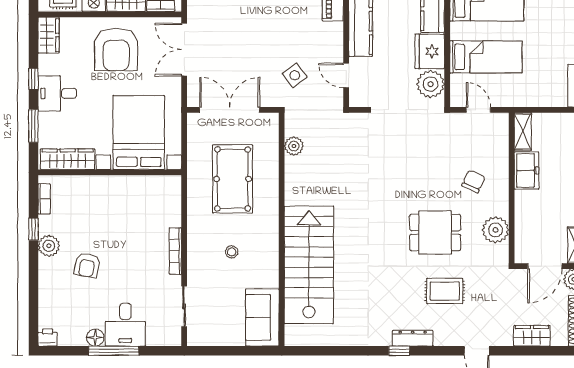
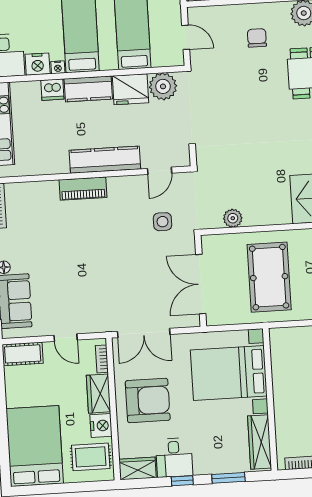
side table: (295, 75) -> (162, 222), turned 37
desk: (57, 93) -> (174, 458), moved
door: (478, 110) -> (186, 37), swing flipped
pool table: (233, 179) -> (269, 277), turned 90
chair: (473, 181) -> (257, 38), turned 65

